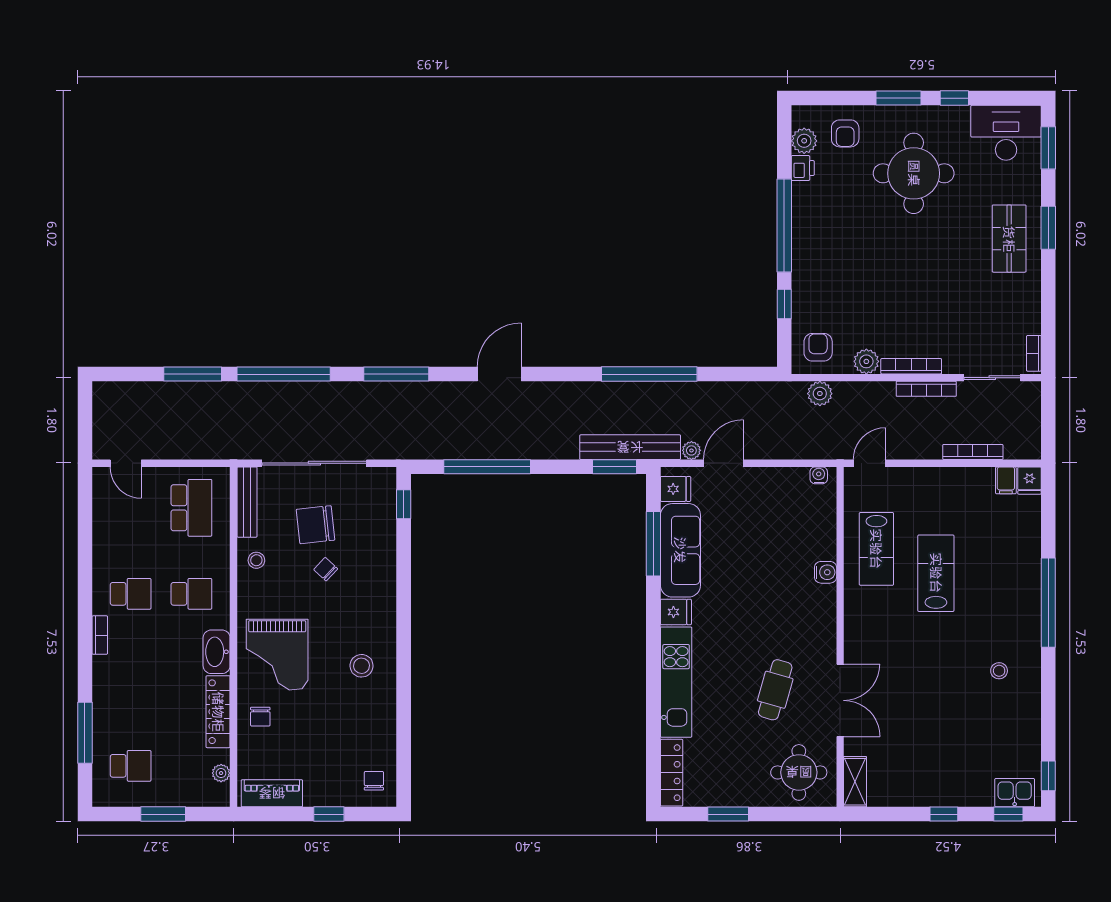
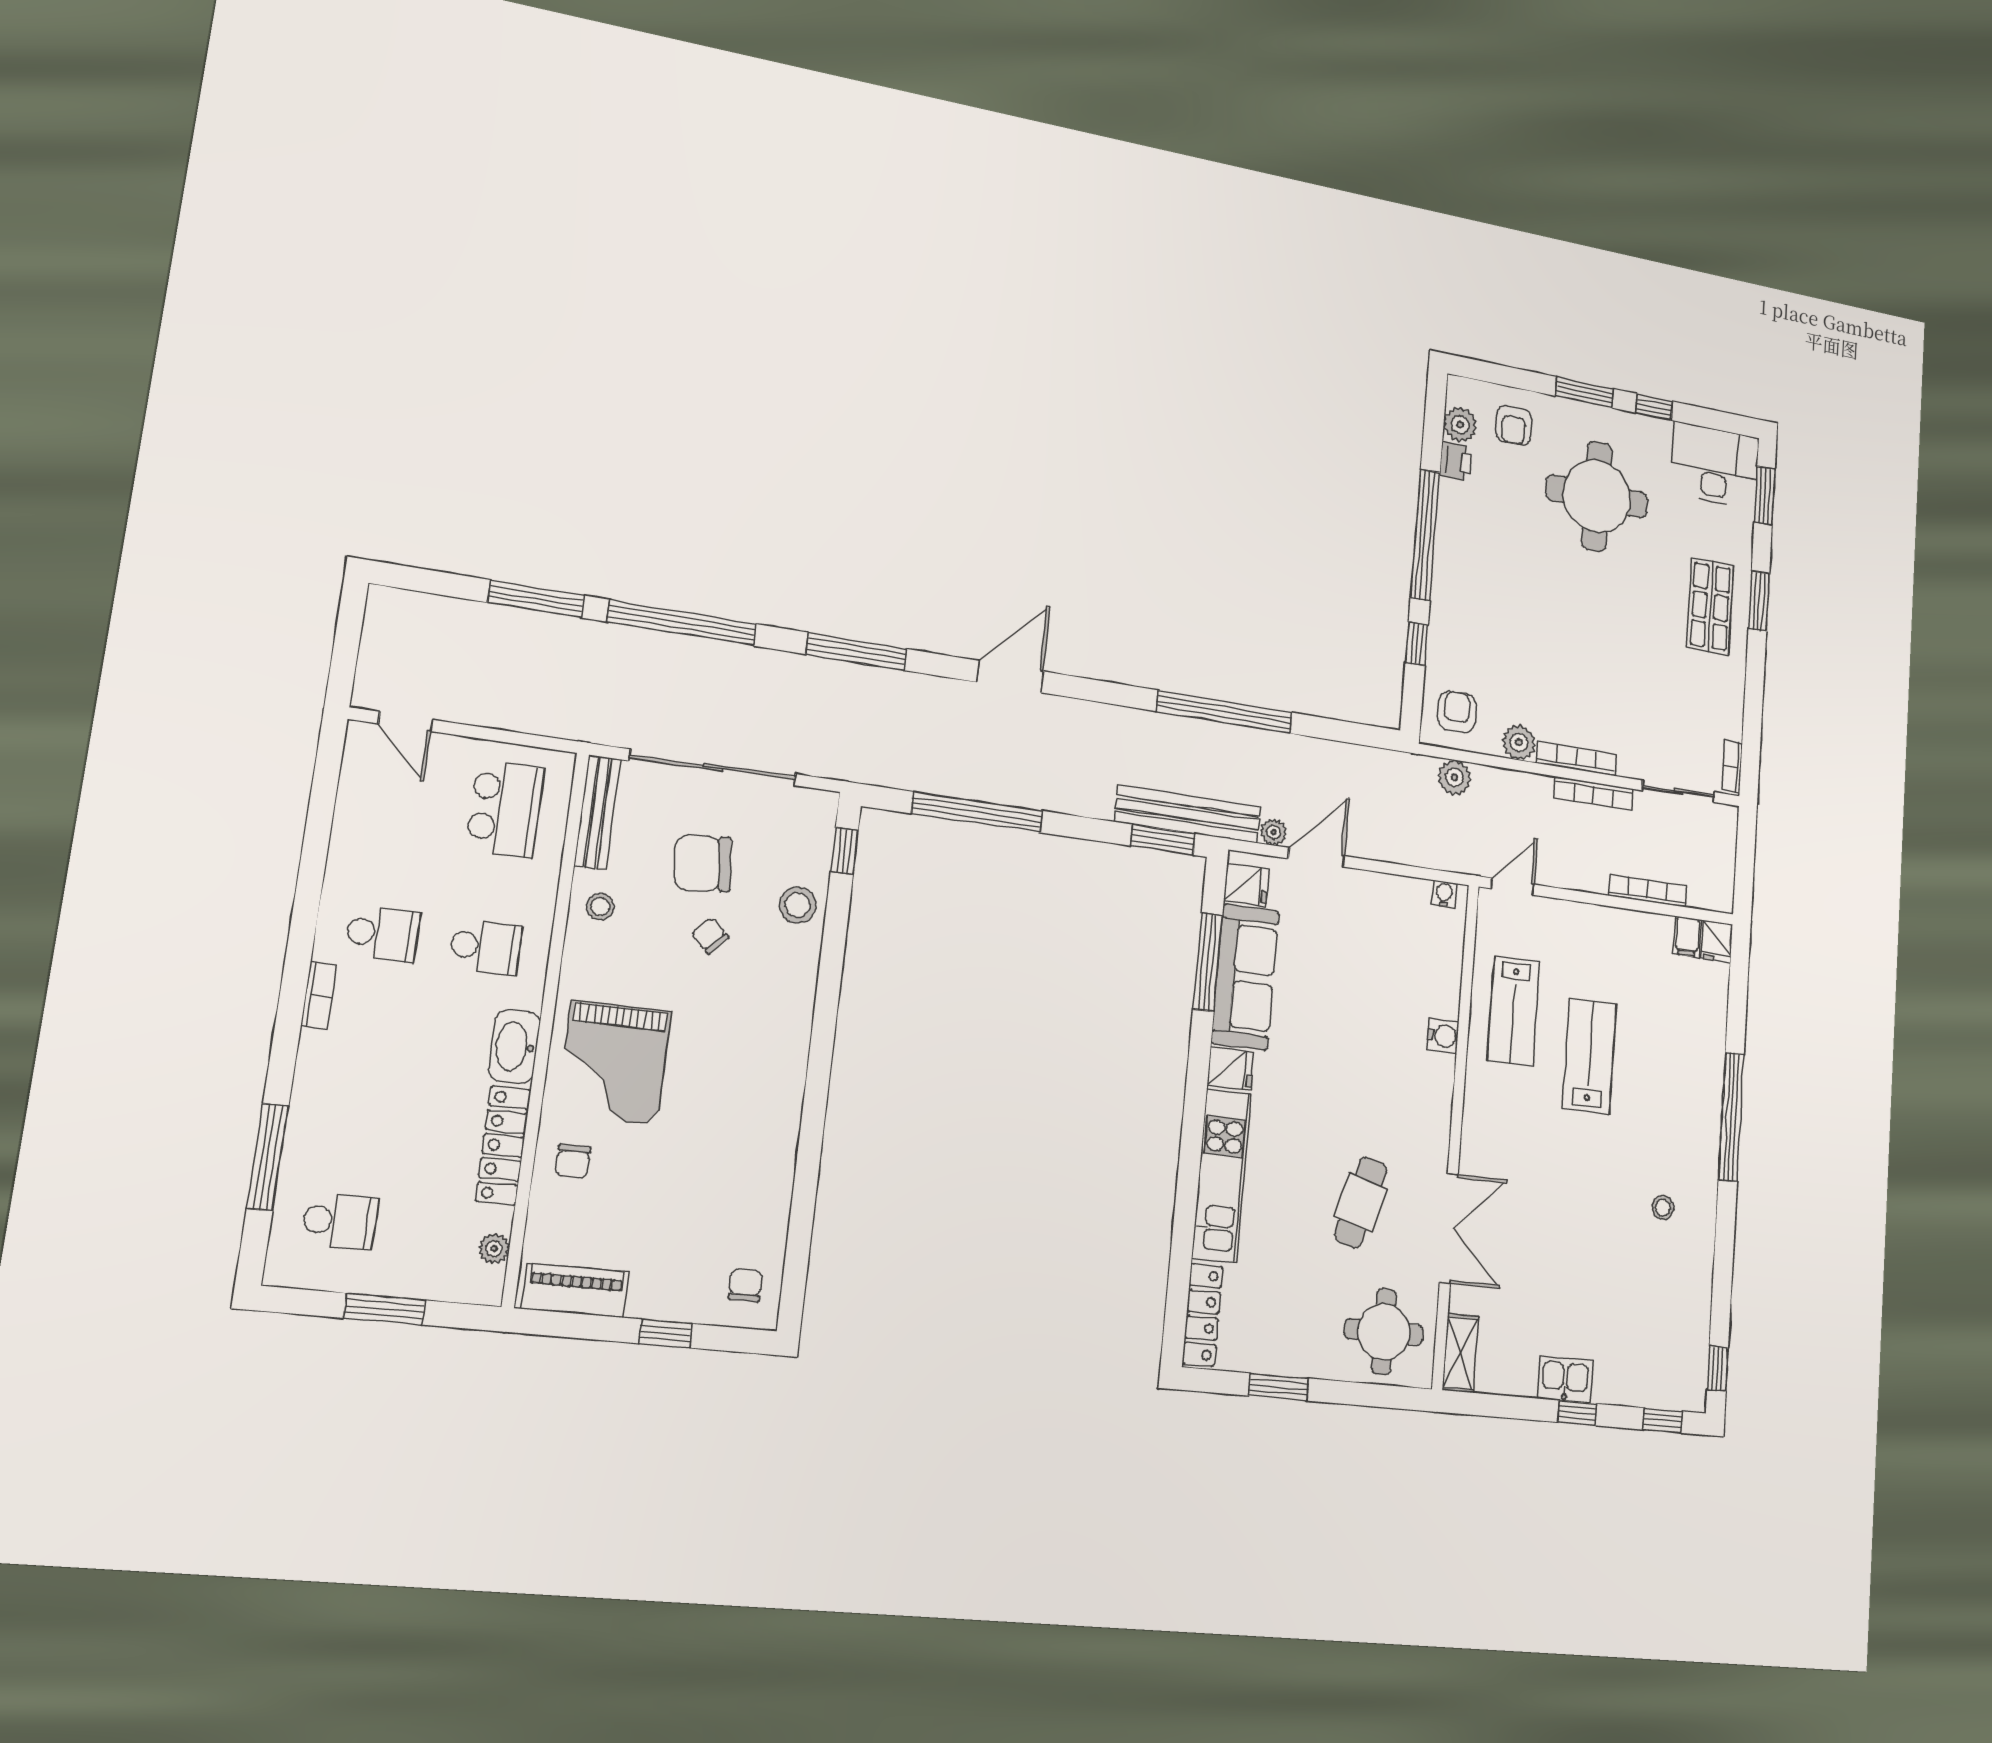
stool: (362, 666) -> (798, 905), moved
kitchen sink: (1015, 793) -> (1565, 1379), moved

